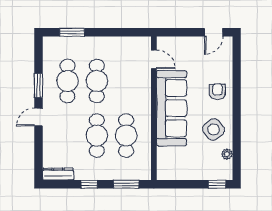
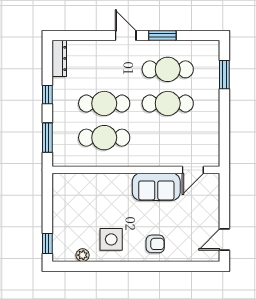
door: (214, 32) -> (224, 239), hinge flipped
sofa: (172, 108) -> (156, 187), width x0.54, depth x0.79
side table: (213, 130) -> (111, 239), turned 38

